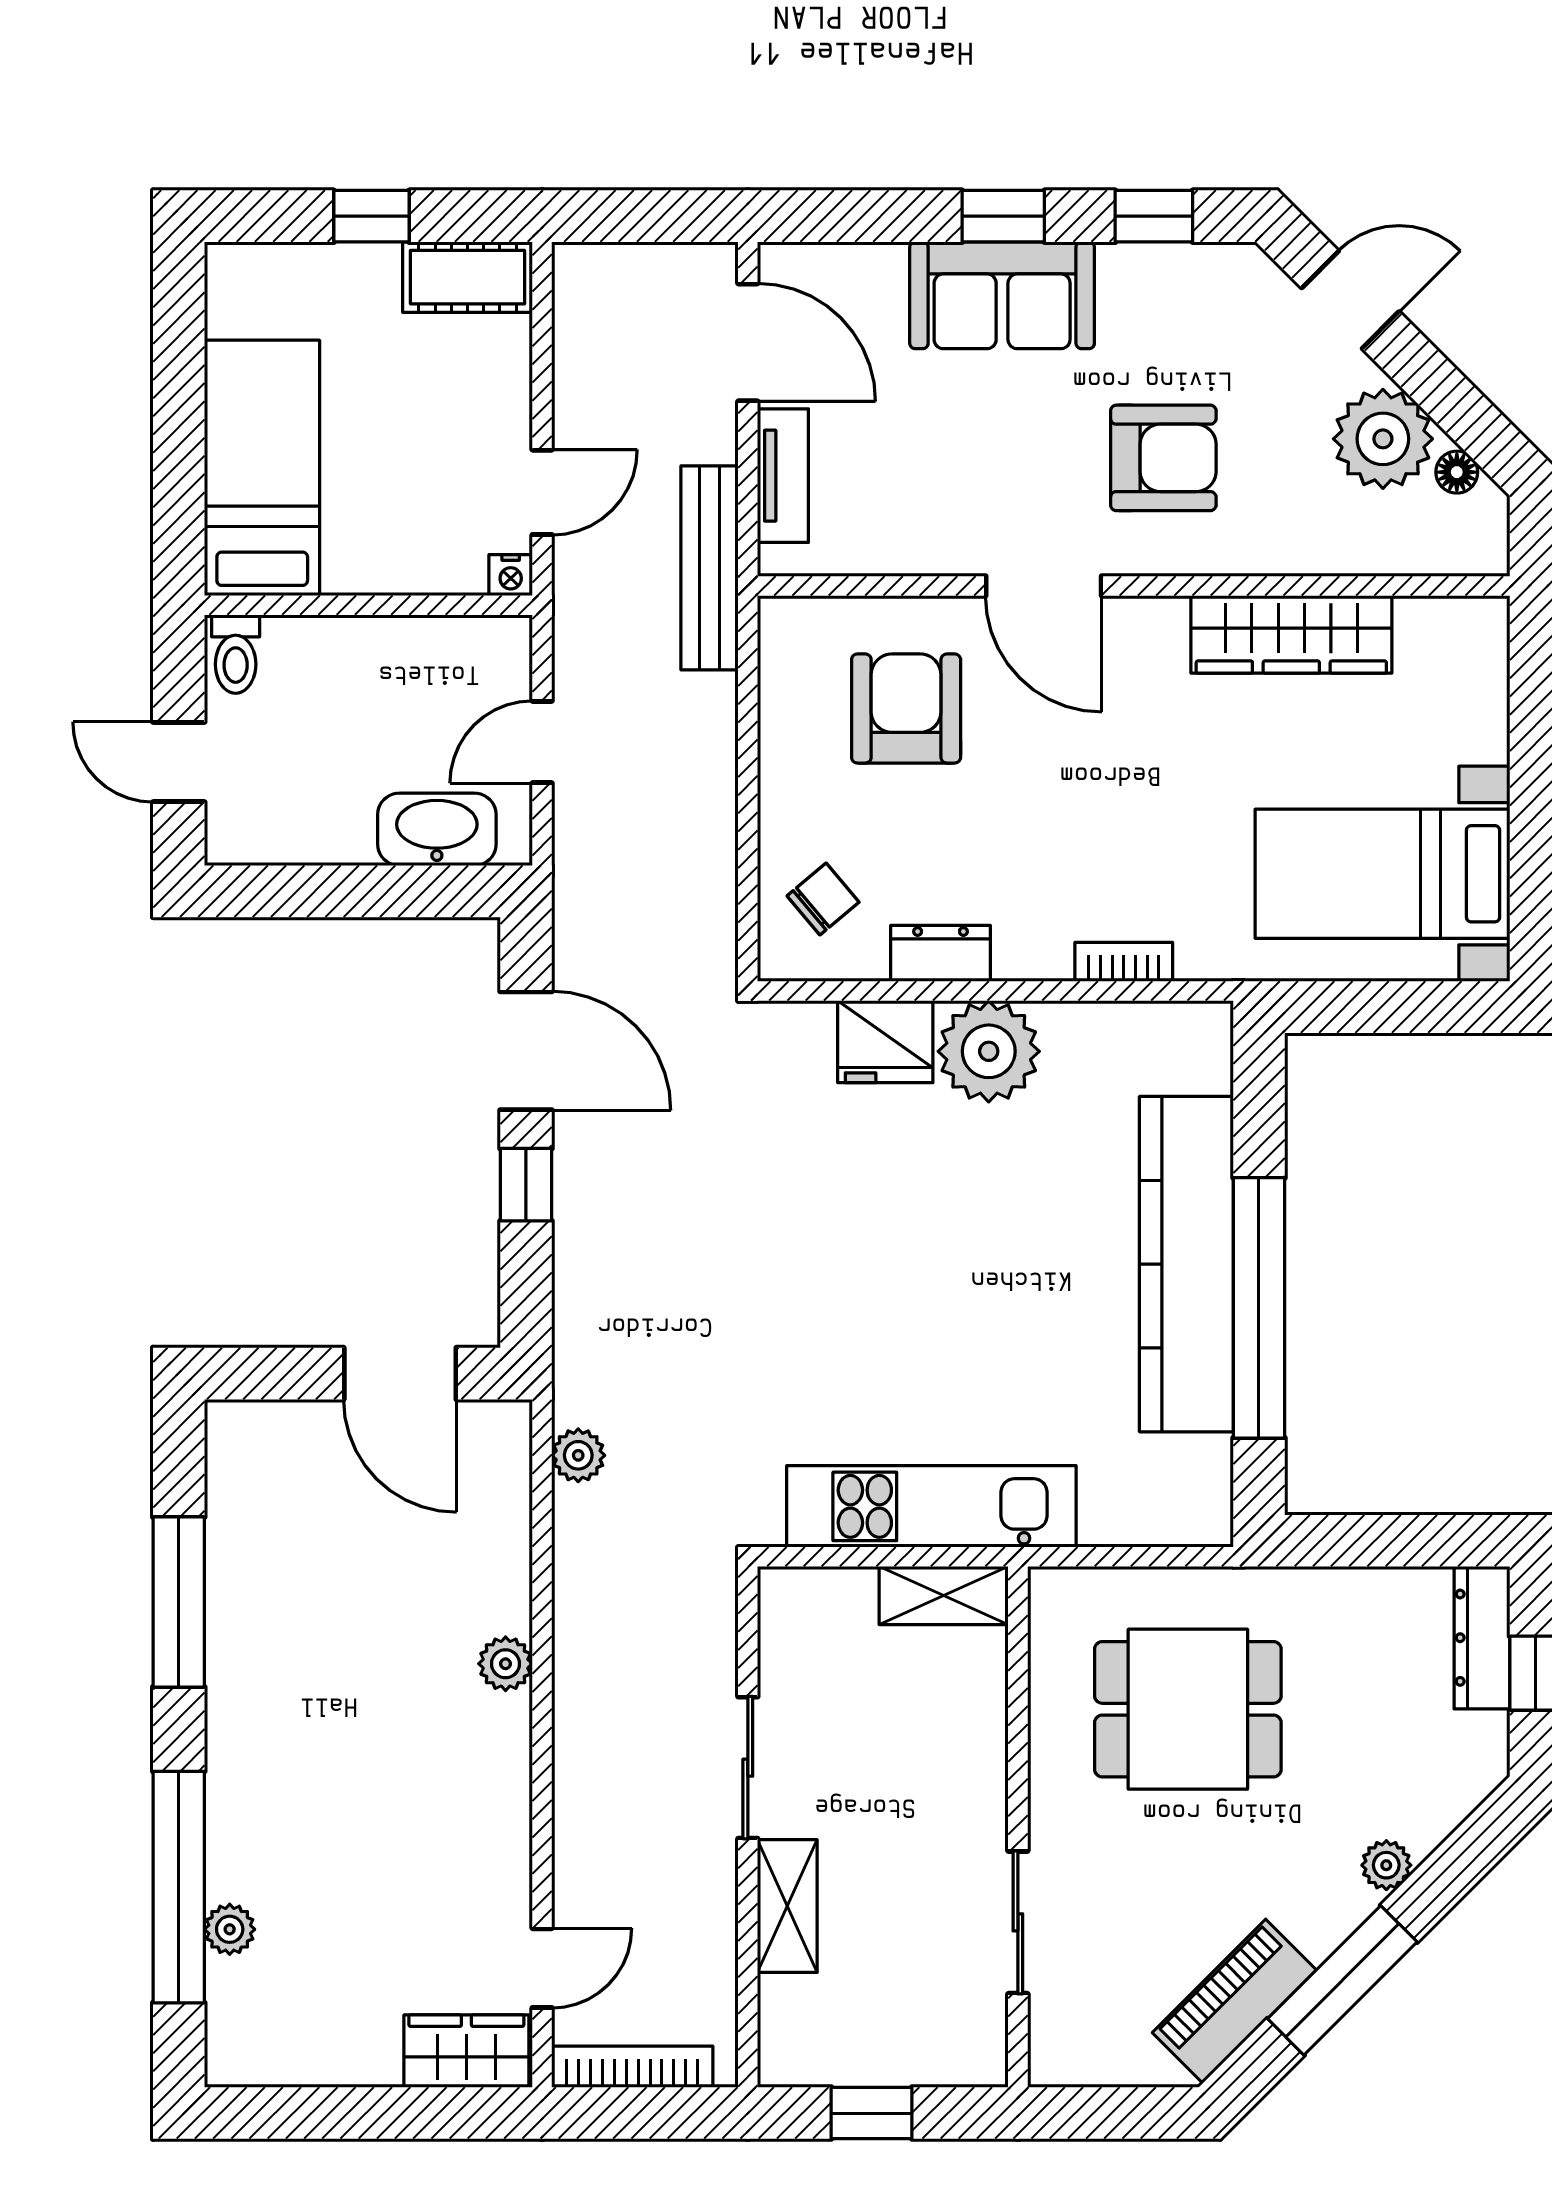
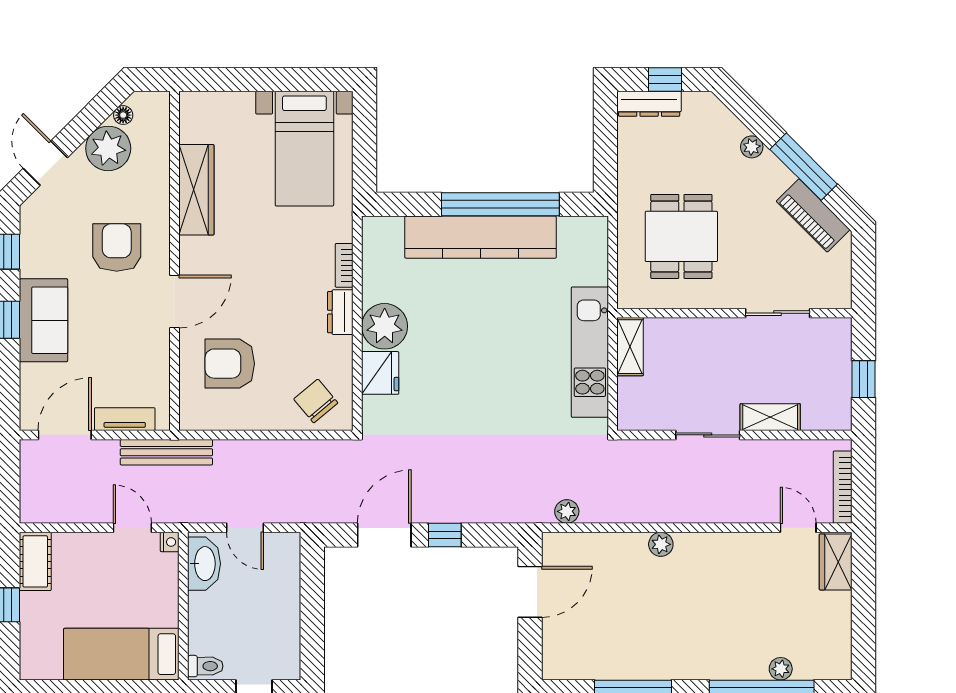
washbasin: (437, 829) -> (204, 564), moved, turned 180
chair: (823, 899) -> (316, 401), width x1.37, depth x1.37
dresser: (940, 953) -> (340, 312), moved

